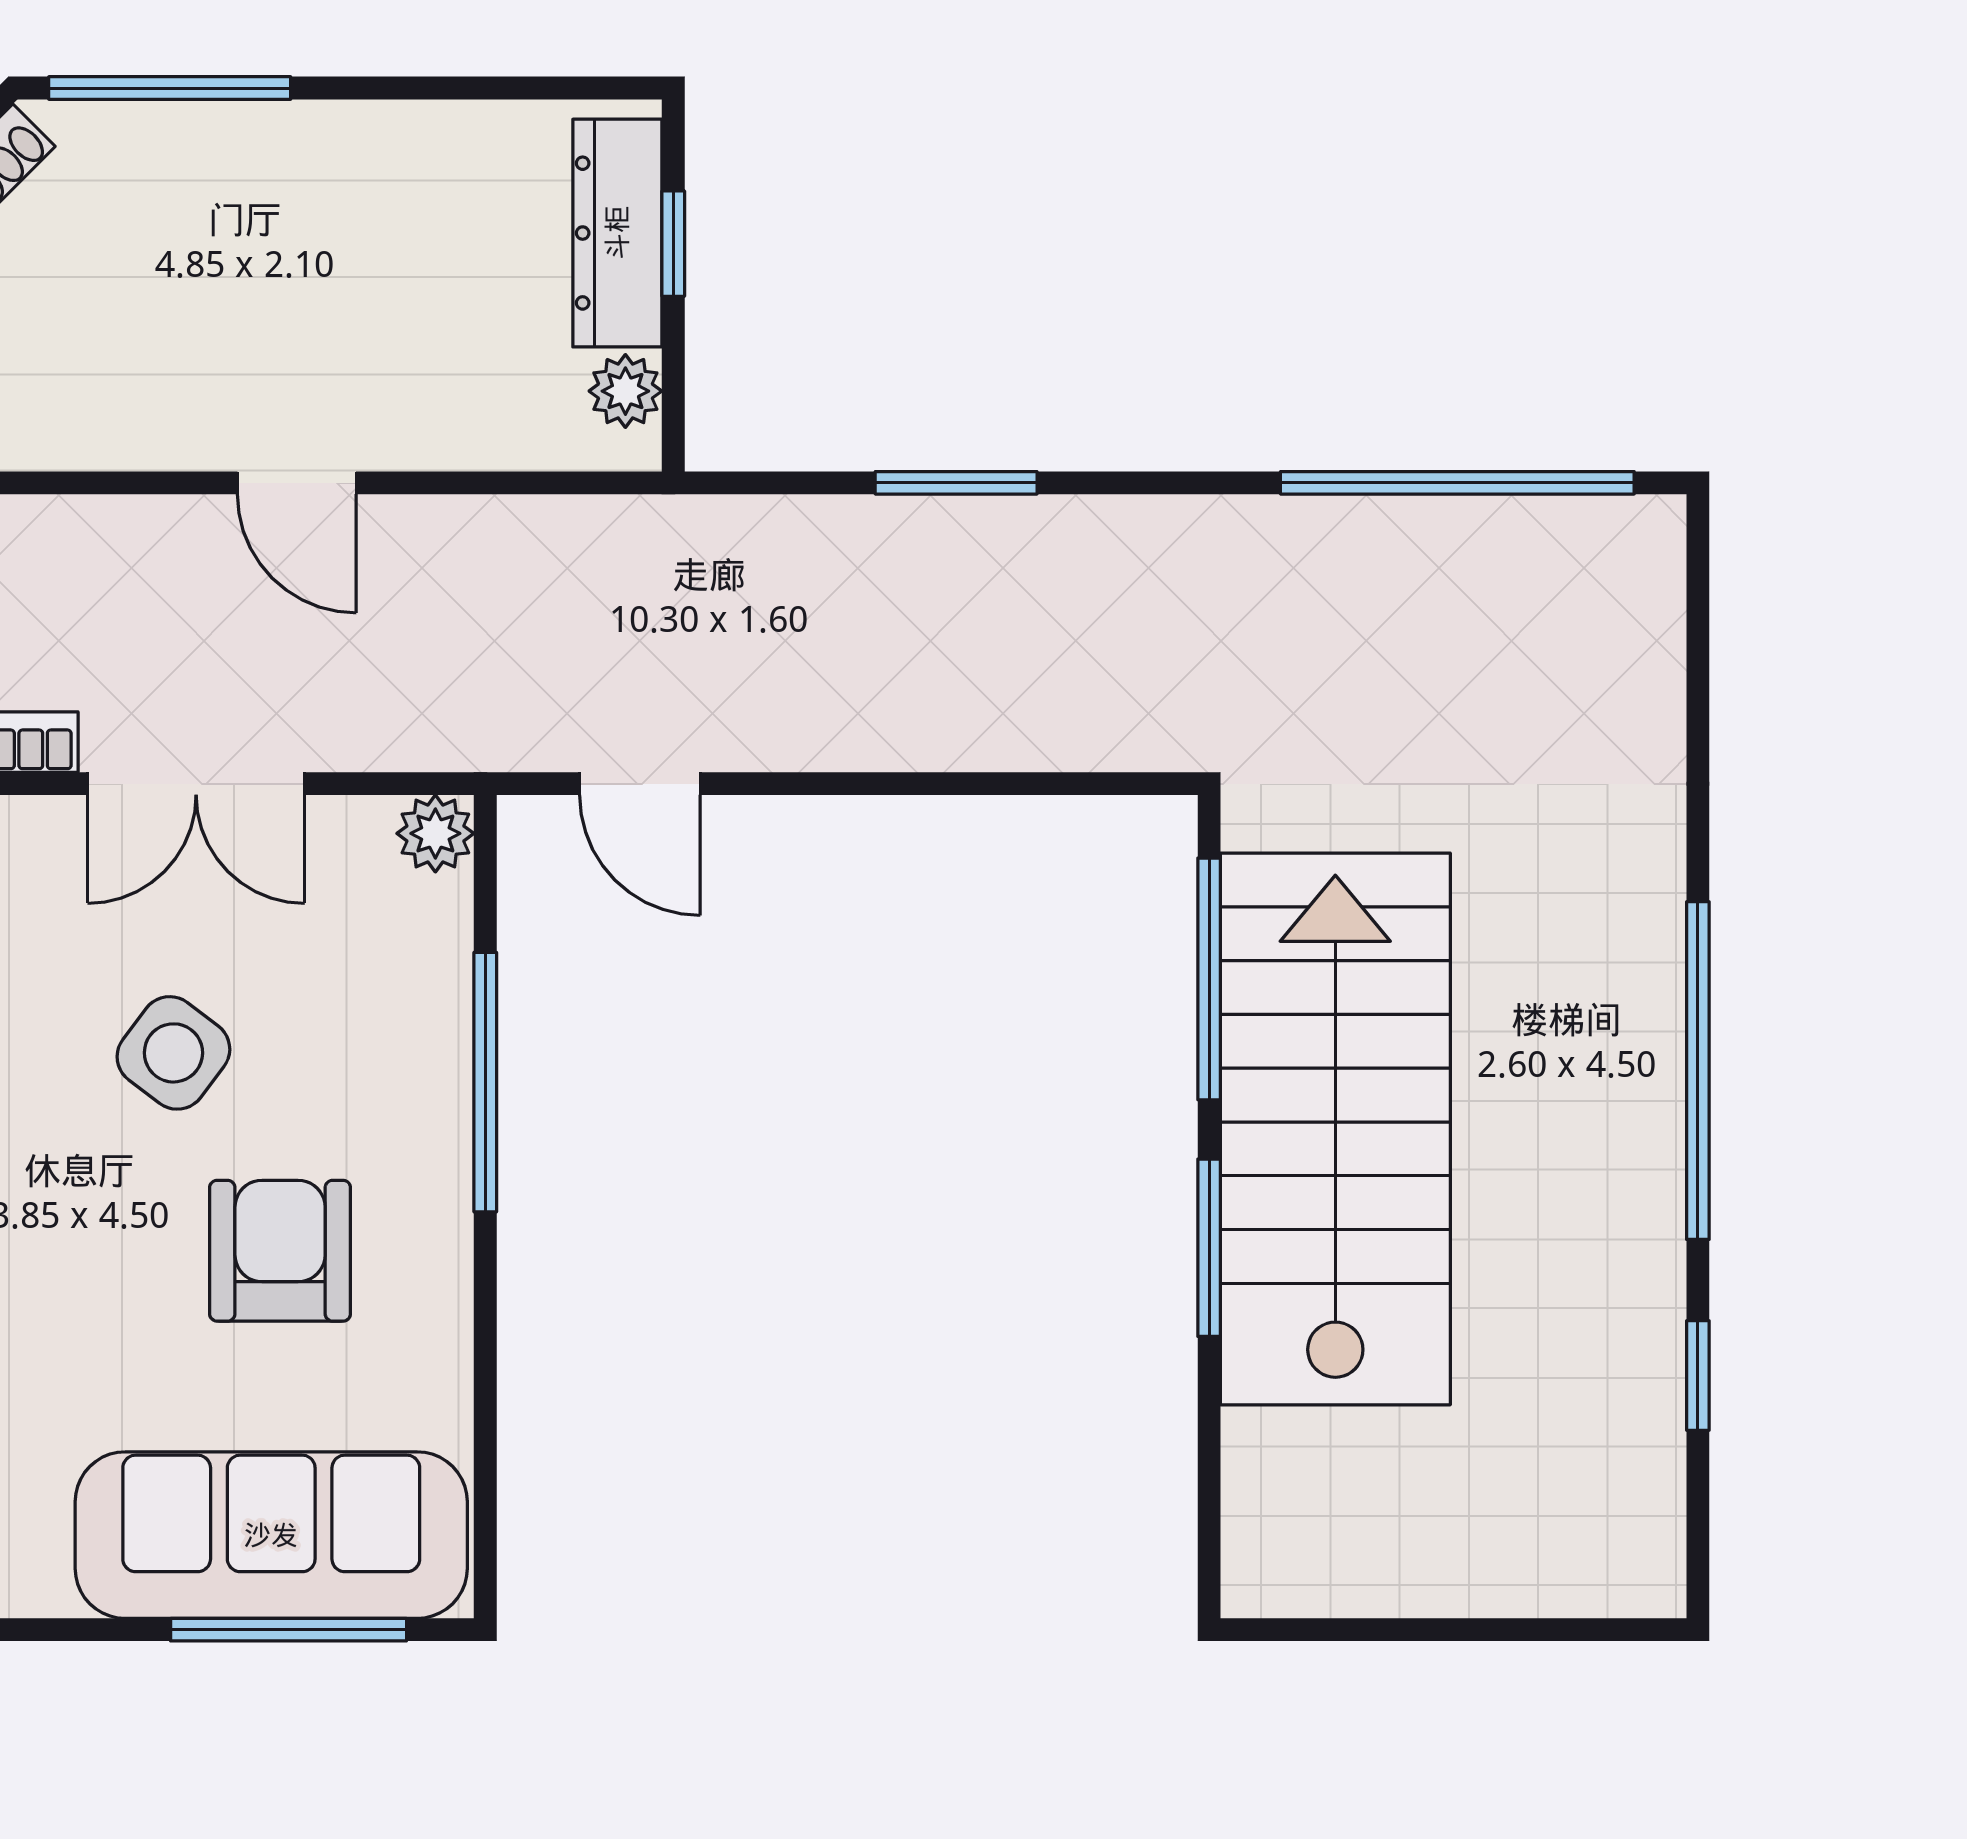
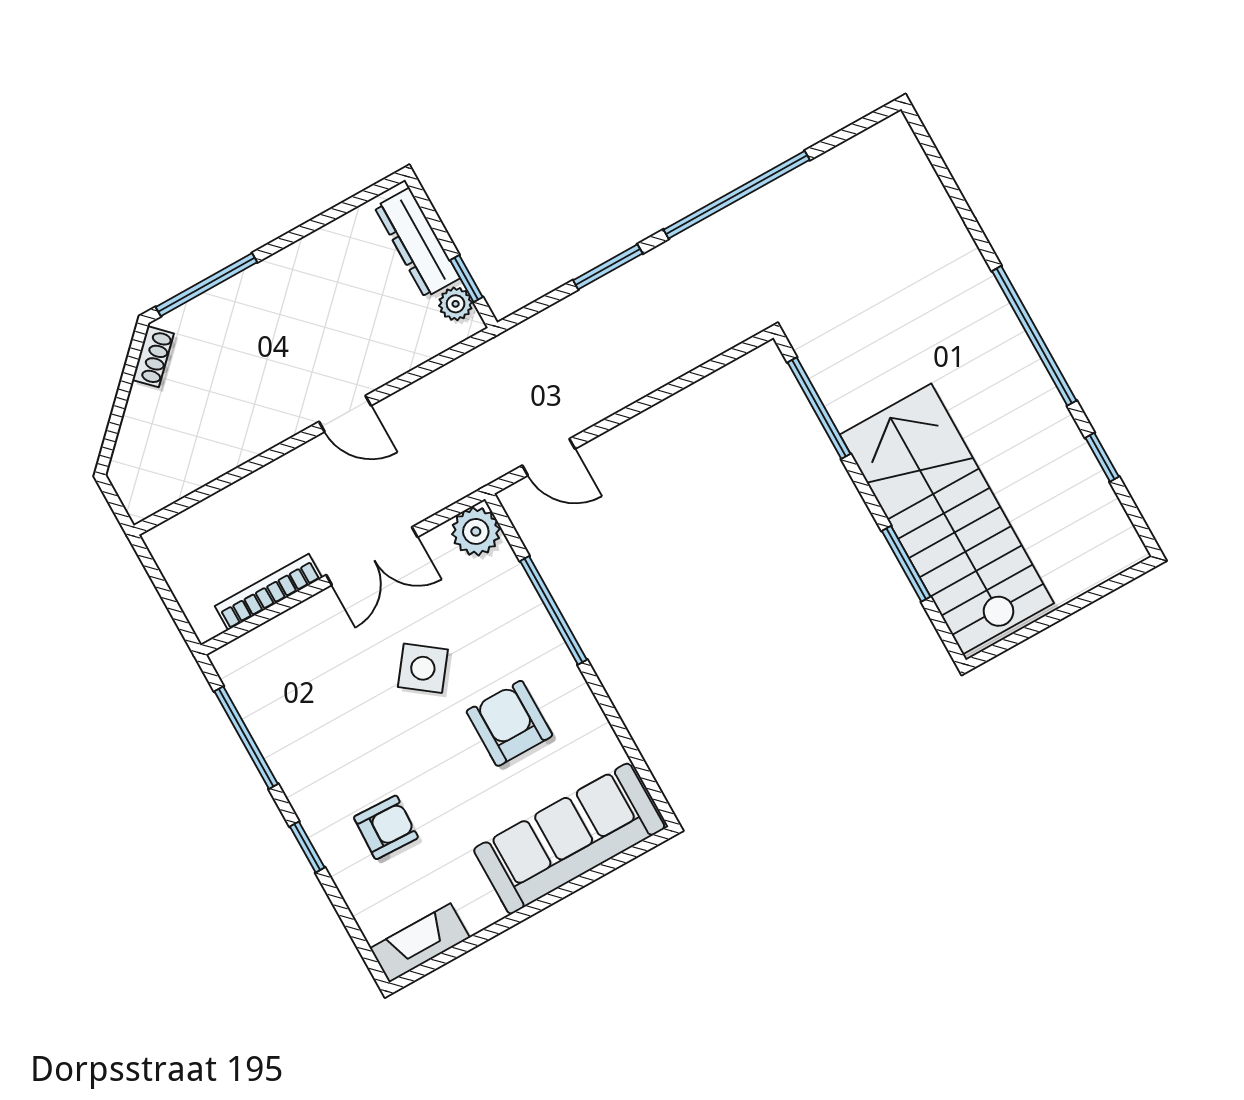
window: (673, 244) -> (466, 279), moved
window: (1457, 483) -> (737, 195), moved
plant: (435, 833) -> (476, 531), width x1.38, depth x1.38
stairs: (1335, 1129) -> (947, 519), moved
window: (1209, 1248) -> (906, 564), moved
window: (289, 1630) -> (597, 872), removed

